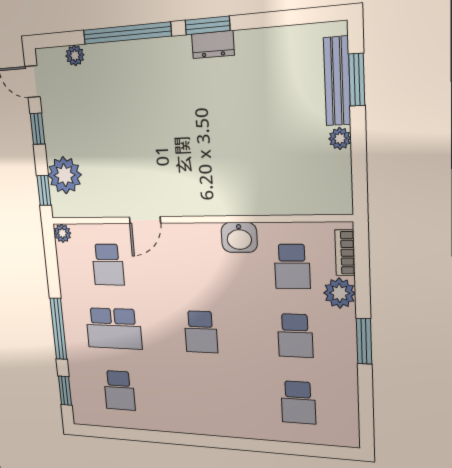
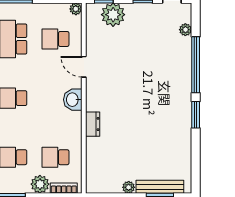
dresser: (213, 45) -> (93, 124), moved, turned 180
washbasin: (239, 237) -> (73, 100), moved

